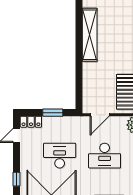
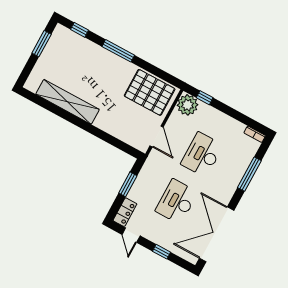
desk: (105, 156) -> (202, 155), turned 180
window: (16, 179) -> (162, 252), moved

